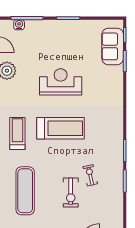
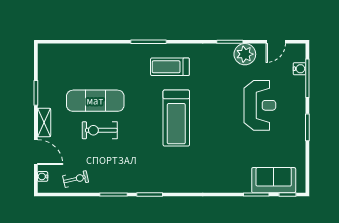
reception desk: (61, 82) -> (260, 105), moved
treadmill: (17, 134) -> (170, 67), turned 180
exercise bike: (90, 175) -> (76, 179), moved
exercise mat: (25, 191) -> (95, 101), moved

